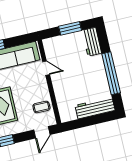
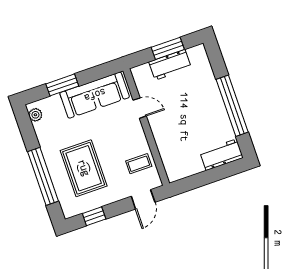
workbench: (92, 42) -> (170, 65), moved, turned -90
workbench: (95, 108) -> (221, 155), width x0.73

